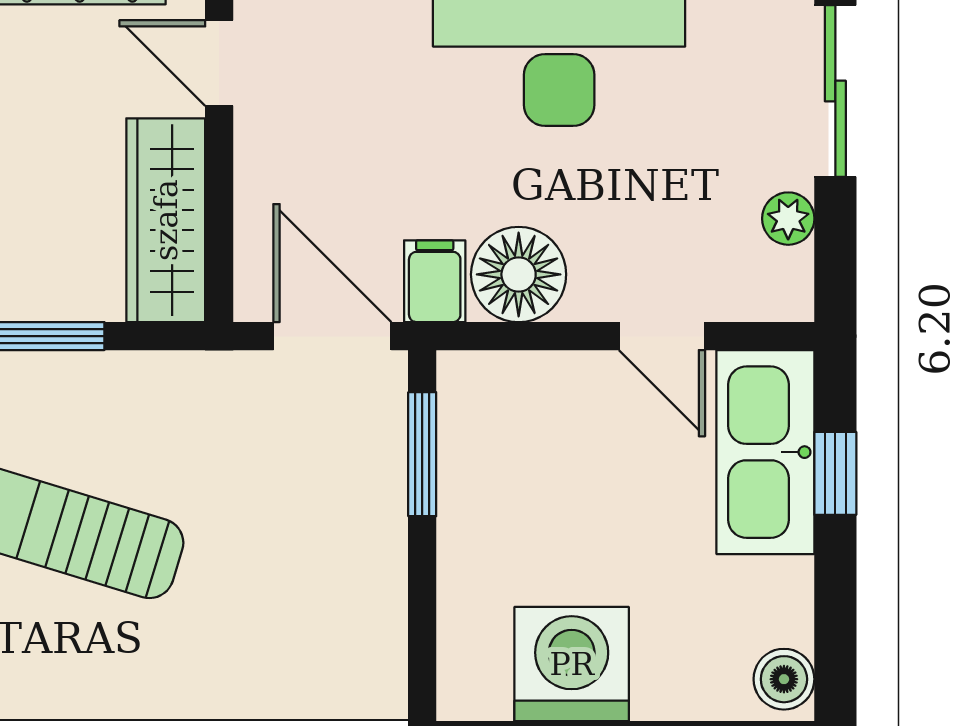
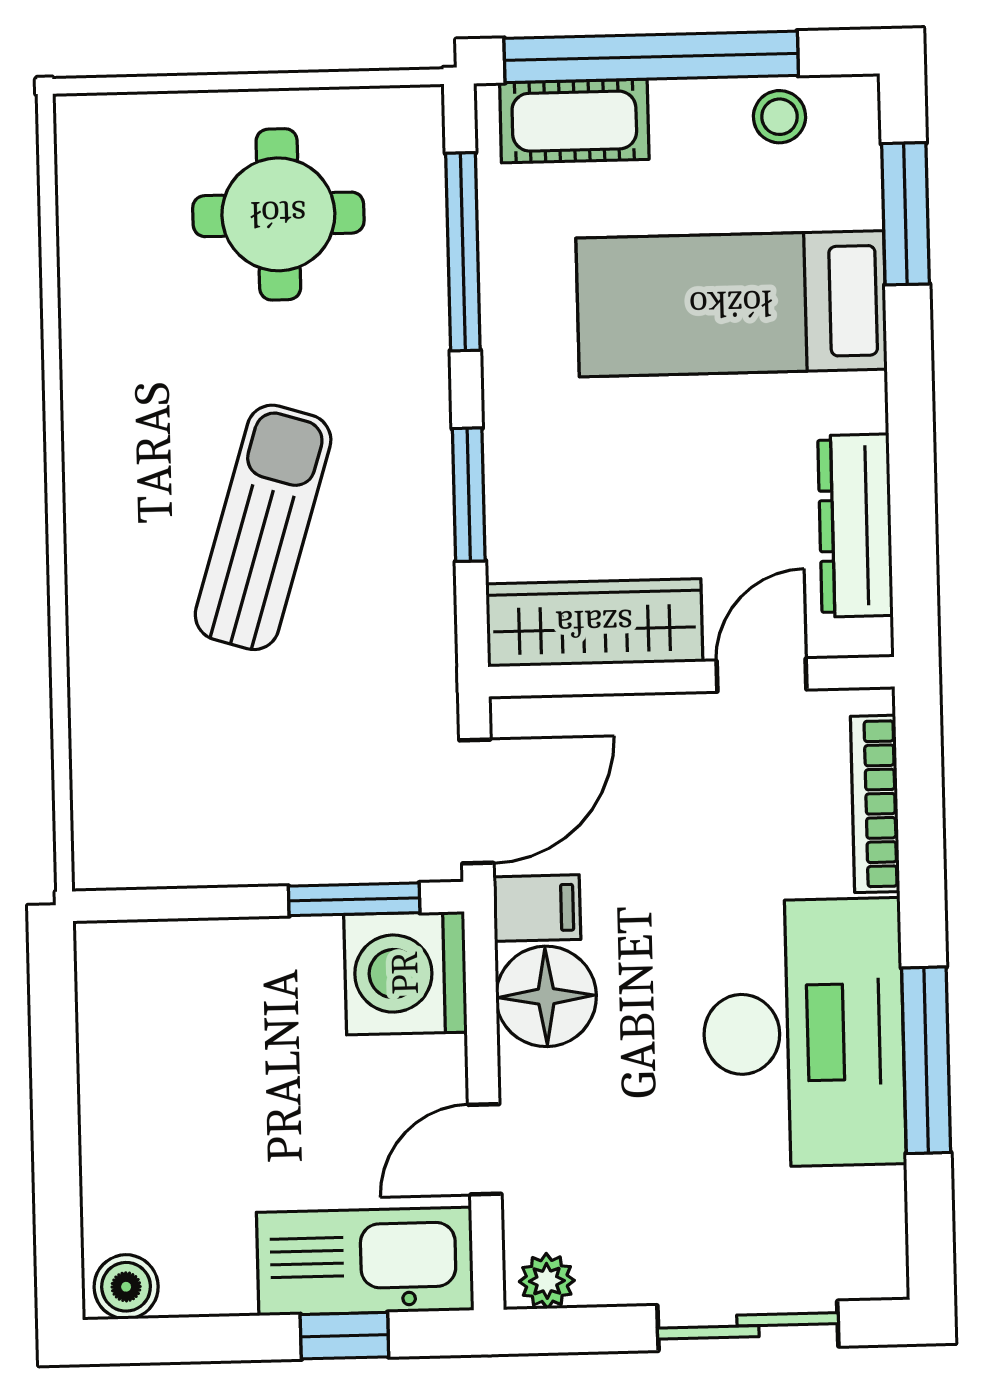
plant: (788, 219) -> (547, 1281), moved
washing machine: (572, 664) -> (405, 973), moved, turned 180

